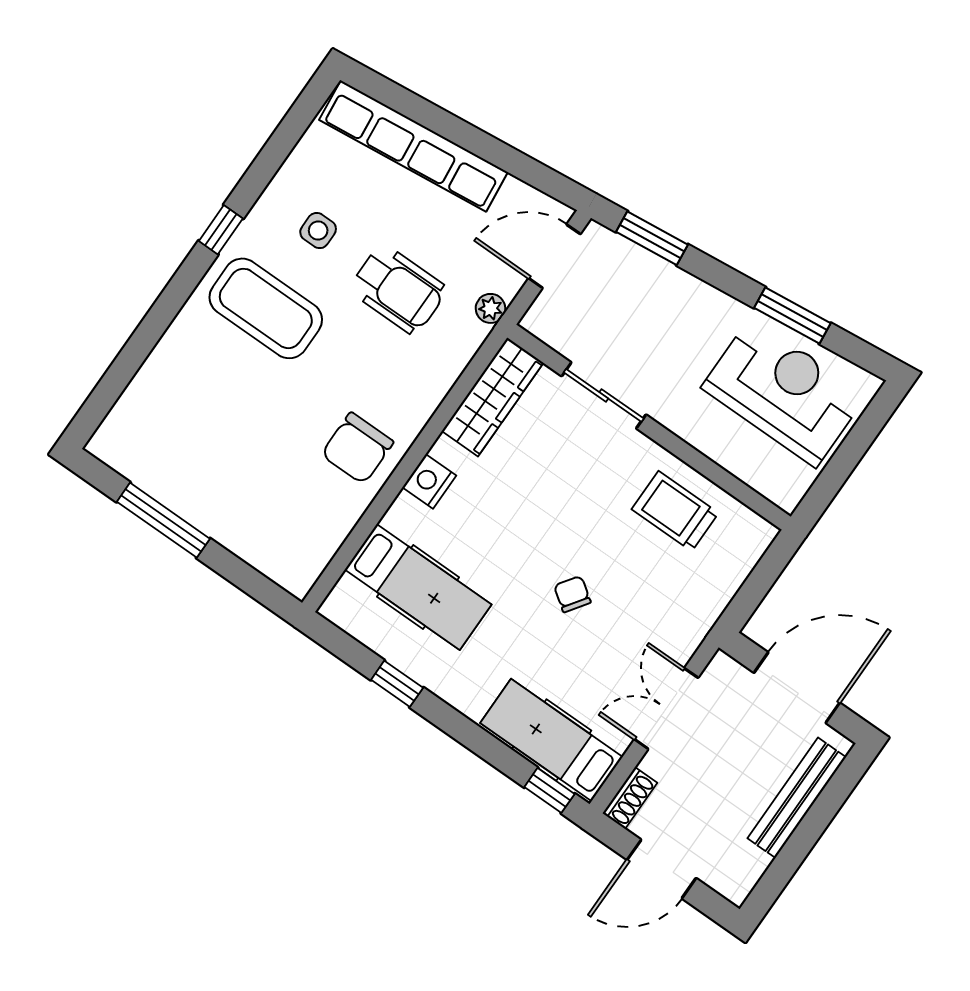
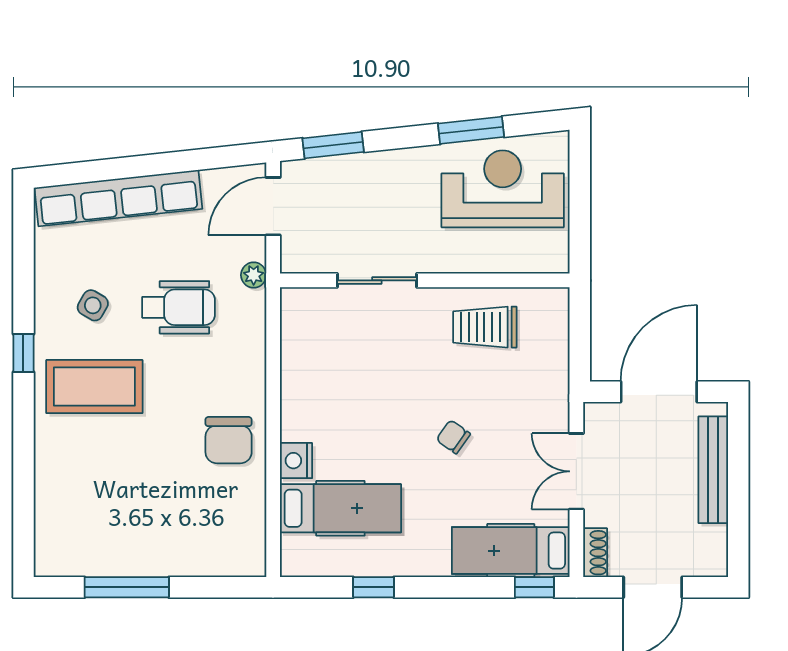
side table: (318, 231) -> (93, 305), turned 30
wardrobe: (493, 397) -> (299, 337), removed
nightstand: (429, 481) -> (296, 461), moved

